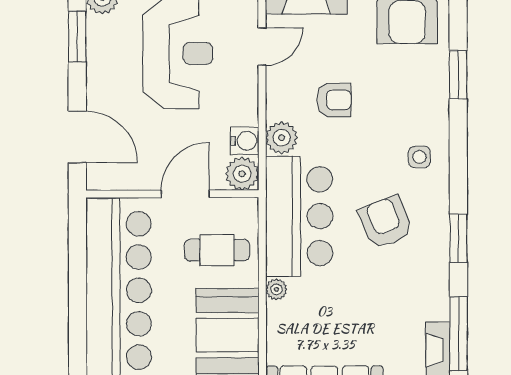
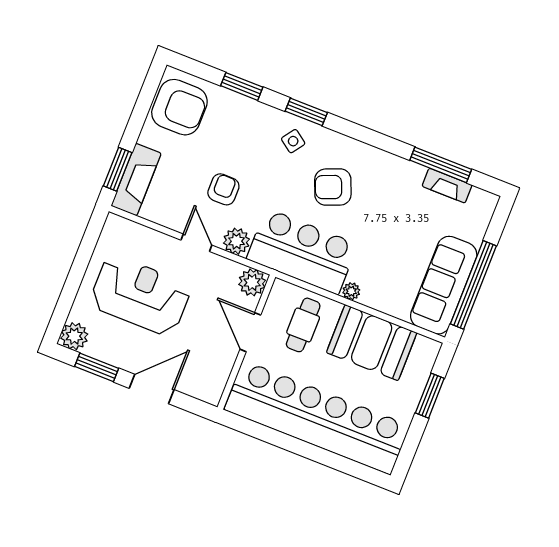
door: (262, 47) -> (196, 243), moved
door: (77, 137) -> (152, 389), moved
water cooler: (245, 141) -> (228, 270), removed
side table: (419, 157) -> (293, 141), turned 37
window: (458, 238) -> (306, 112), moved

